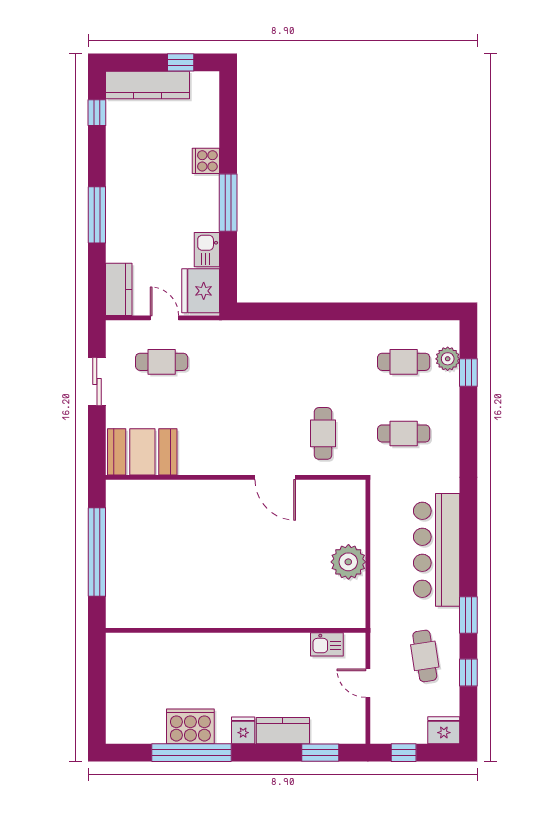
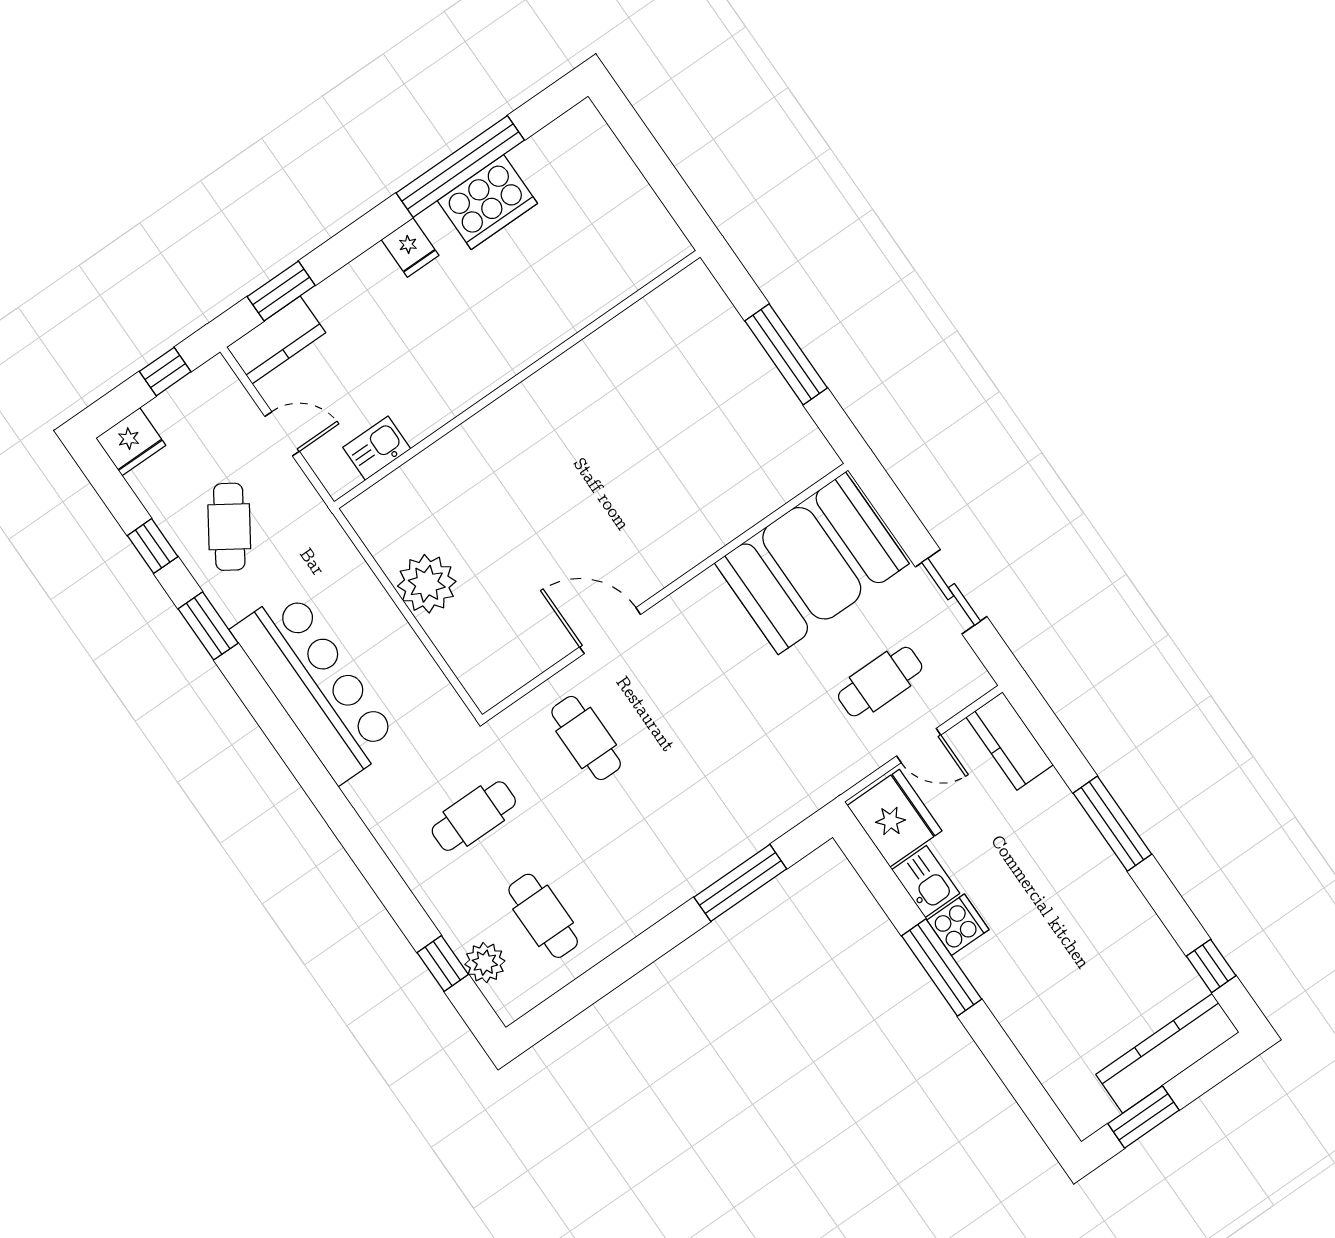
window: (181, 62) -> (1143, 1117), width x1.50
cooker: (206, 161) -> (958, 925), moved
window: (297, 311) -> (740, 883), added
cafe table: (404, 362) -> (543, 916), turned 90
booth: (142, 452) -> (812, 563), width x1.36, depth x1.42
window: (97, 552) -> (786, 354), width x0.68
cafe table: (425, 656) -> (229, 527), turned 42
kitchen counter: (283, 731) -> (276, 340), moved

